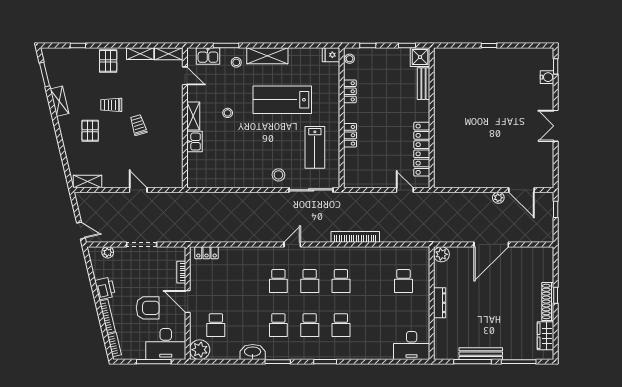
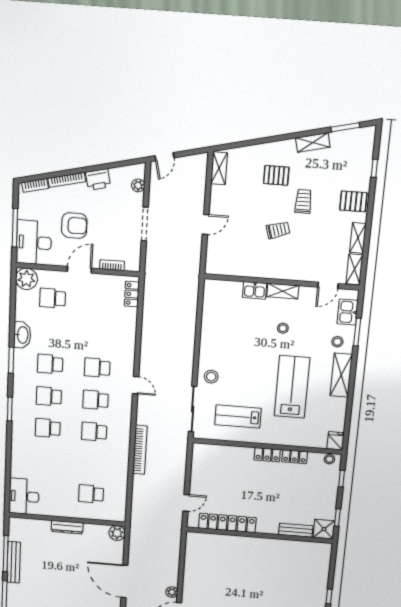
locker: (350, 135) -> (267, 455), moved
armchair: (148, 308) -> (74, 226), turned -90

